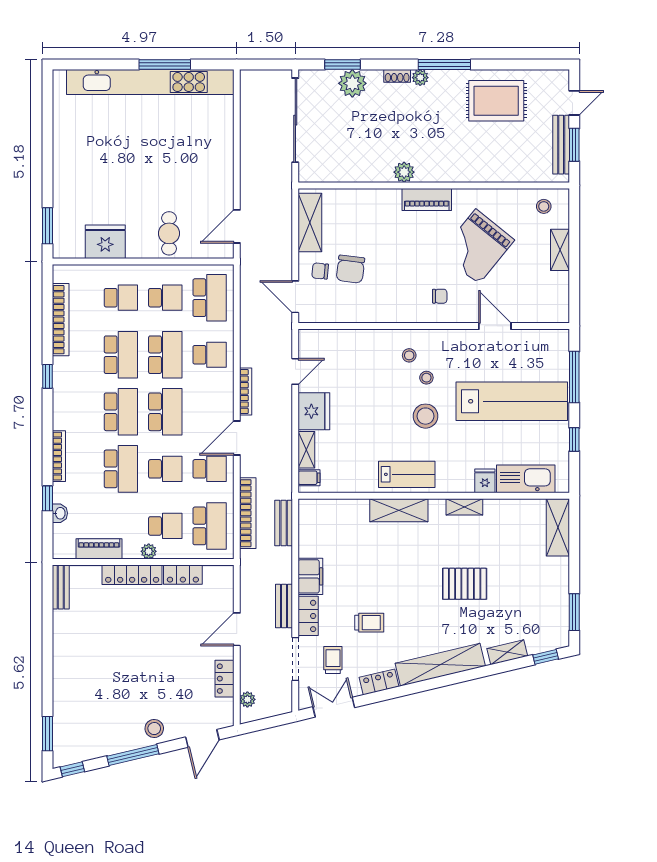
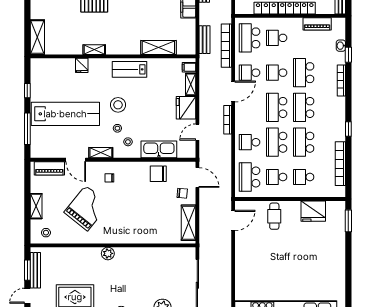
plant: (404, 172) -> (108, 253), moved
piano: (427, 199) -> (49, 168), moved, turned 180
chair: (350, 269) -> (158, 174), moved, turned -97
shelving: (454, 338) -> (101, 153), added
lab bench: (512, 401) -> (65, 114), turned 180
kitchen sink: (526, 479) -> (159, 149), moved, turned 180
shelving: (399, 510) -> (158, 47), moved
plant: (149, 551) -> (287, 22), removed

